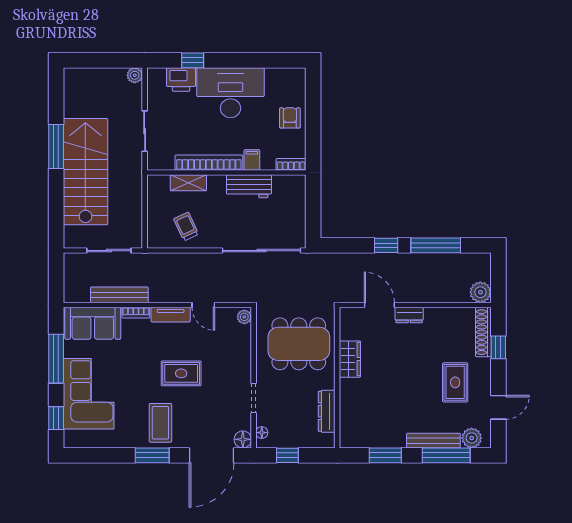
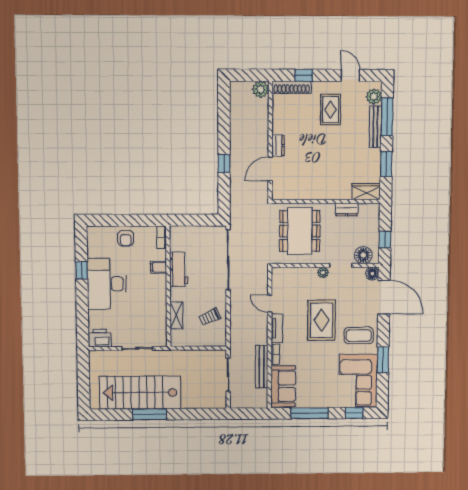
window: (193, 60) -> (82, 270), moved
plant: (135, 75) -> (95, 356), removed
printer: (181, 79) -> (100, 338), moved, turned -90
armchair: (290, 118) -> (126, 238), turned -90
bookcase: (209, 163) -> (161, 300), removed
stairs: (85, 172) -> (140, 393), moved
window: (436, 245) -> (224, 125), removed
door: (203, 305) -> (270, 304), swing flipped
plant: (244, 317) -> (323, 273), moved
wardrobe: (350, 359) -> (366, 192), moved
rug: (181, 373) -> (322, 320), width x1.36, depth x1.43
rug: (455, 382) -> (331, 109), turned 90
corner sofa: (89, 394) -> (358, 381), moved, turned -90
dresser: (327, 411) -> (347, 210), width x0.70
floor lamp: (262, 433) -> (363, 255), width x1.89, depth x1.89
window: (152, 455) -> (383, 360), moved

